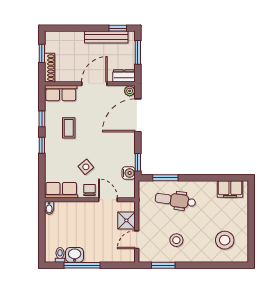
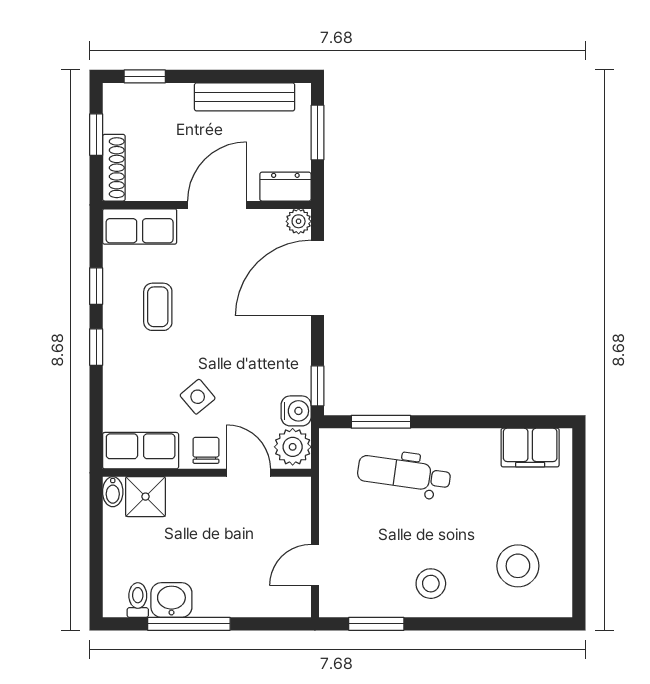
window: (118, 28) -> (145, 76), moved
plant: (127, 189) -> (293, 447), added
shower: (126, 220) -> (145, 497), moved
stool: (176, 240) -> (431, 584), moved

